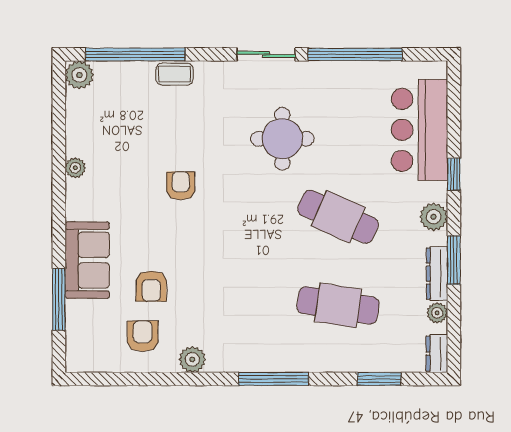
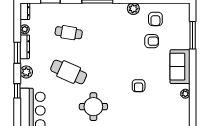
sofa: (87, 260) -> (180, 67), moved
armchair: (151, 286) -> (152, 41), turned 90
cafe table: (338, 305) -> (69, 33), width x0.73, depth x0.74

